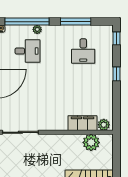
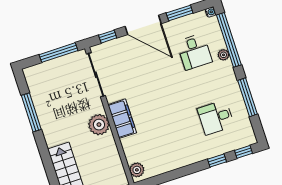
window: (117, 74) -> (217, 161), moved
filing cabinet: (82, 123) -> (122, 119), moved
plant: (91, 142) -> (99, 125), moved

